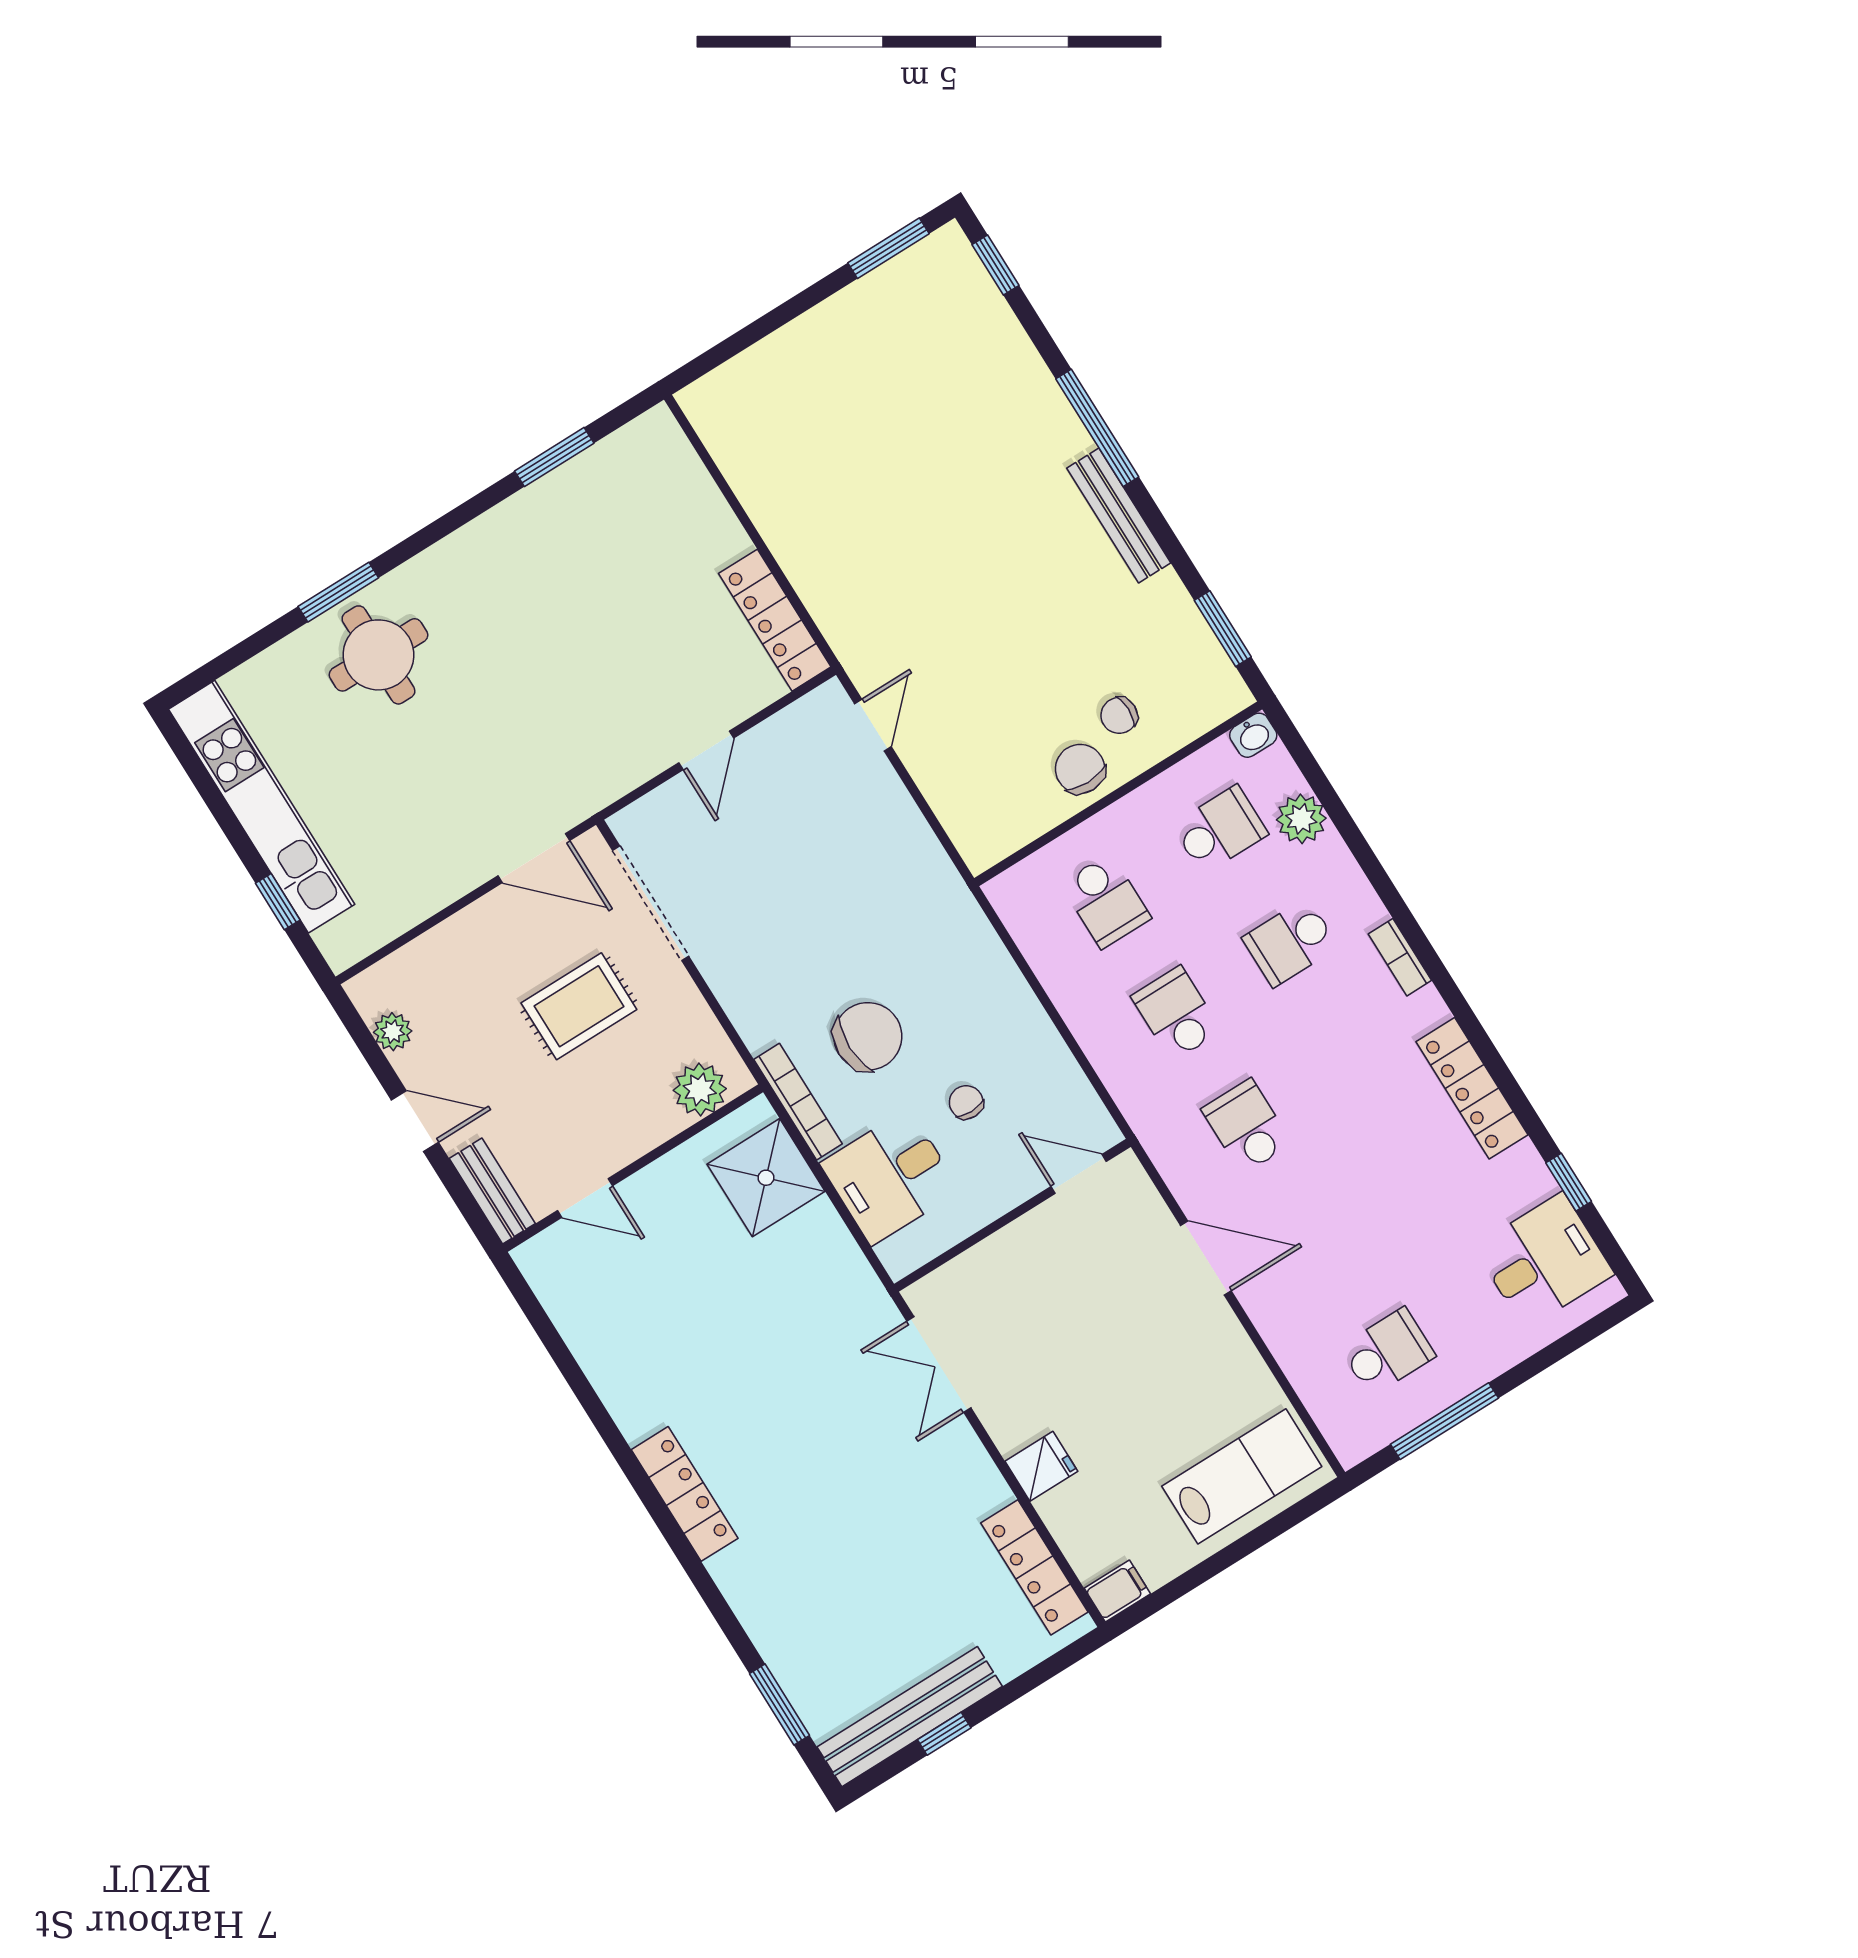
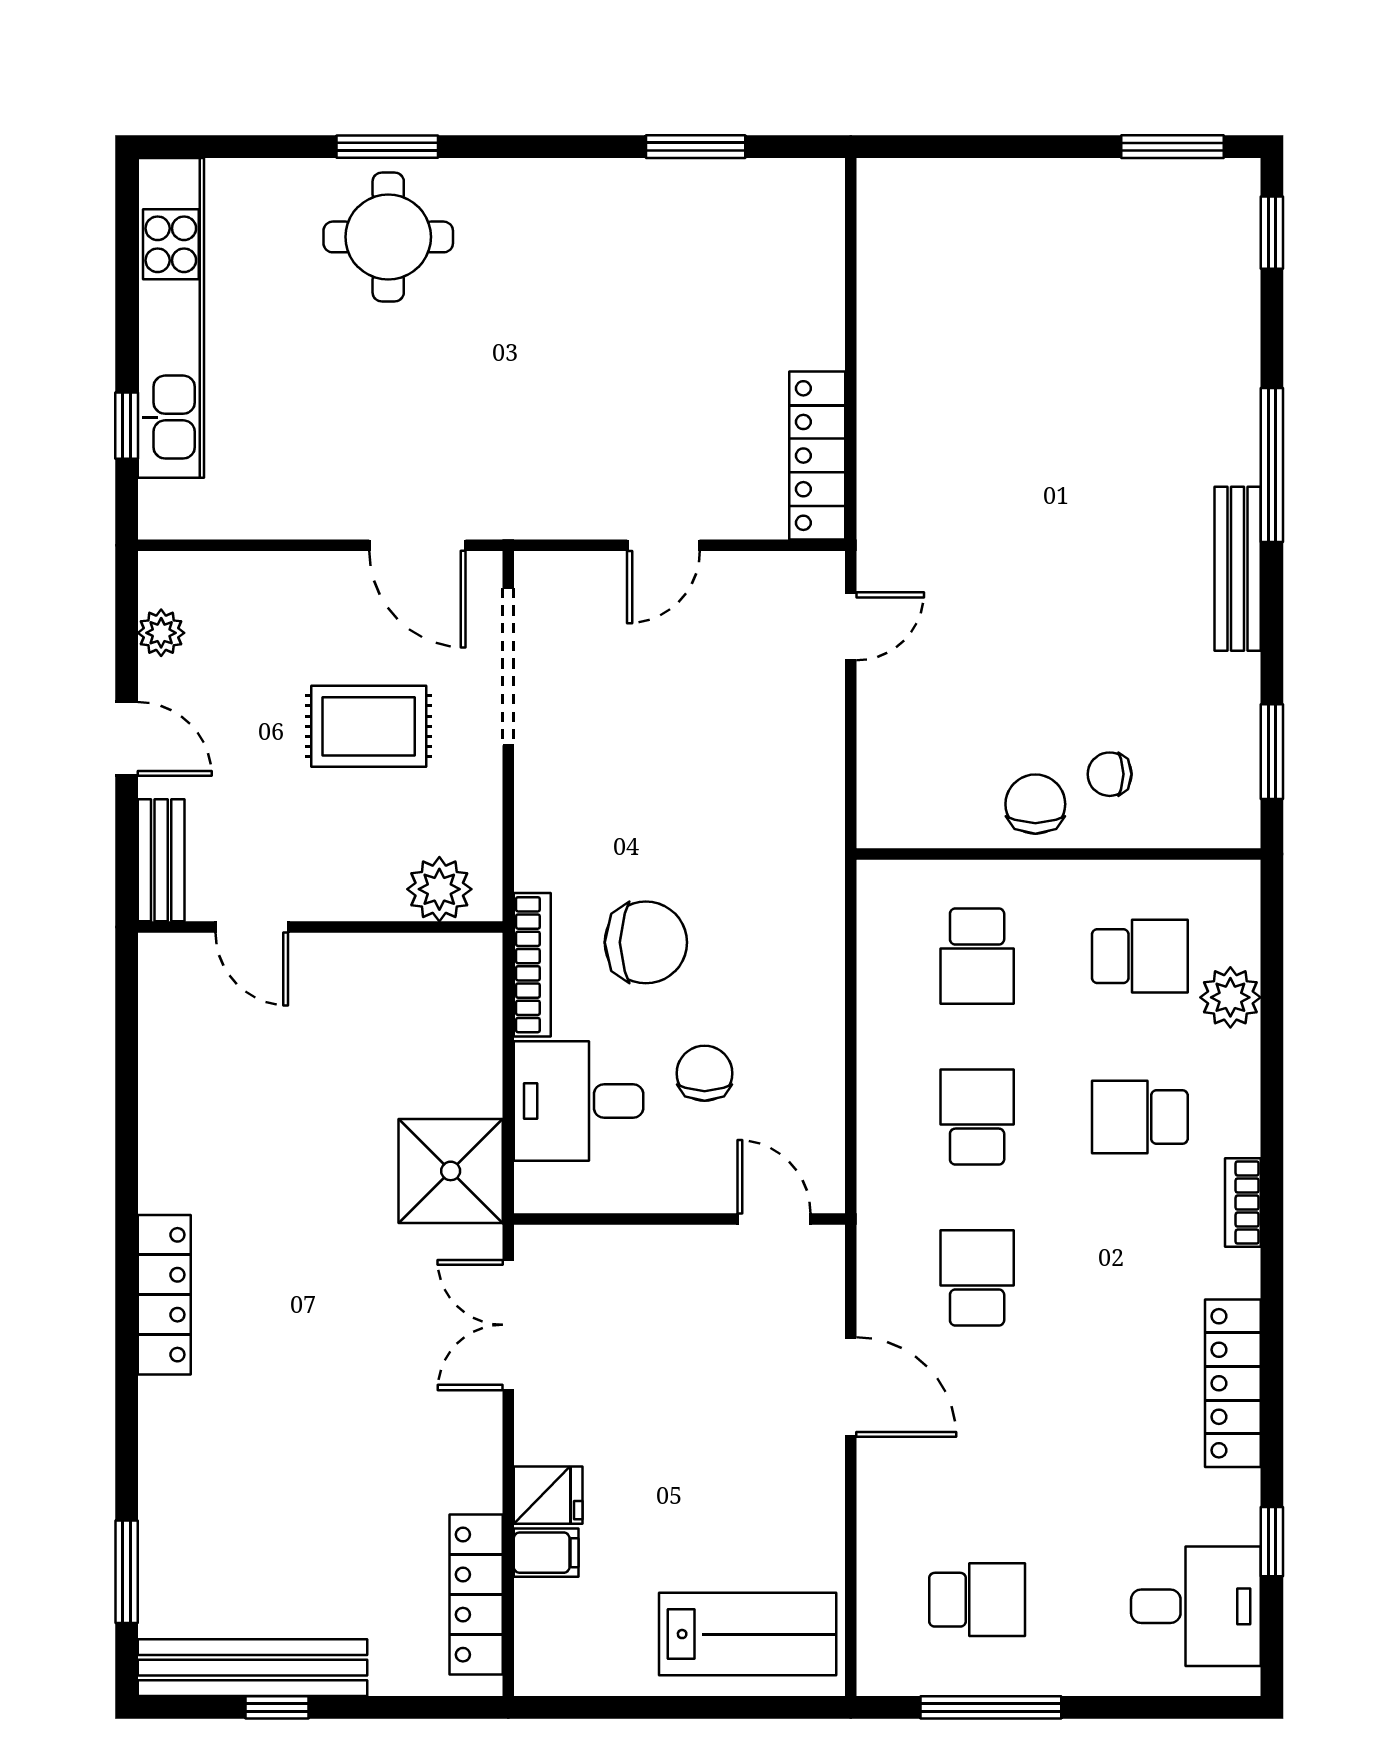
washbasin: (1253, 735) -> (1235, 881), removed
chair: (966, 1102) -> (705, 1073), width x1.37, depth x1.37
shower: (766, 1178) -> (451, 1171), moved
filing cabinet: (1117, 1591) -> (546, 1553), moved

